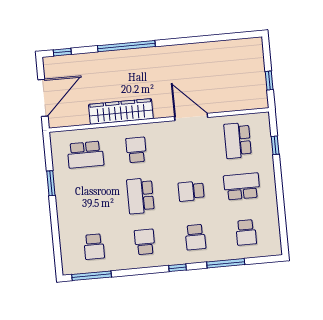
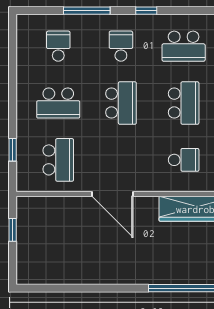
school desk: (136, 150) -> (184, 160), turned -90
school desk: (191, 191) -> (121, 103), width x1.85
school desk: (145, 242) -> (184, 46), width x1.85

